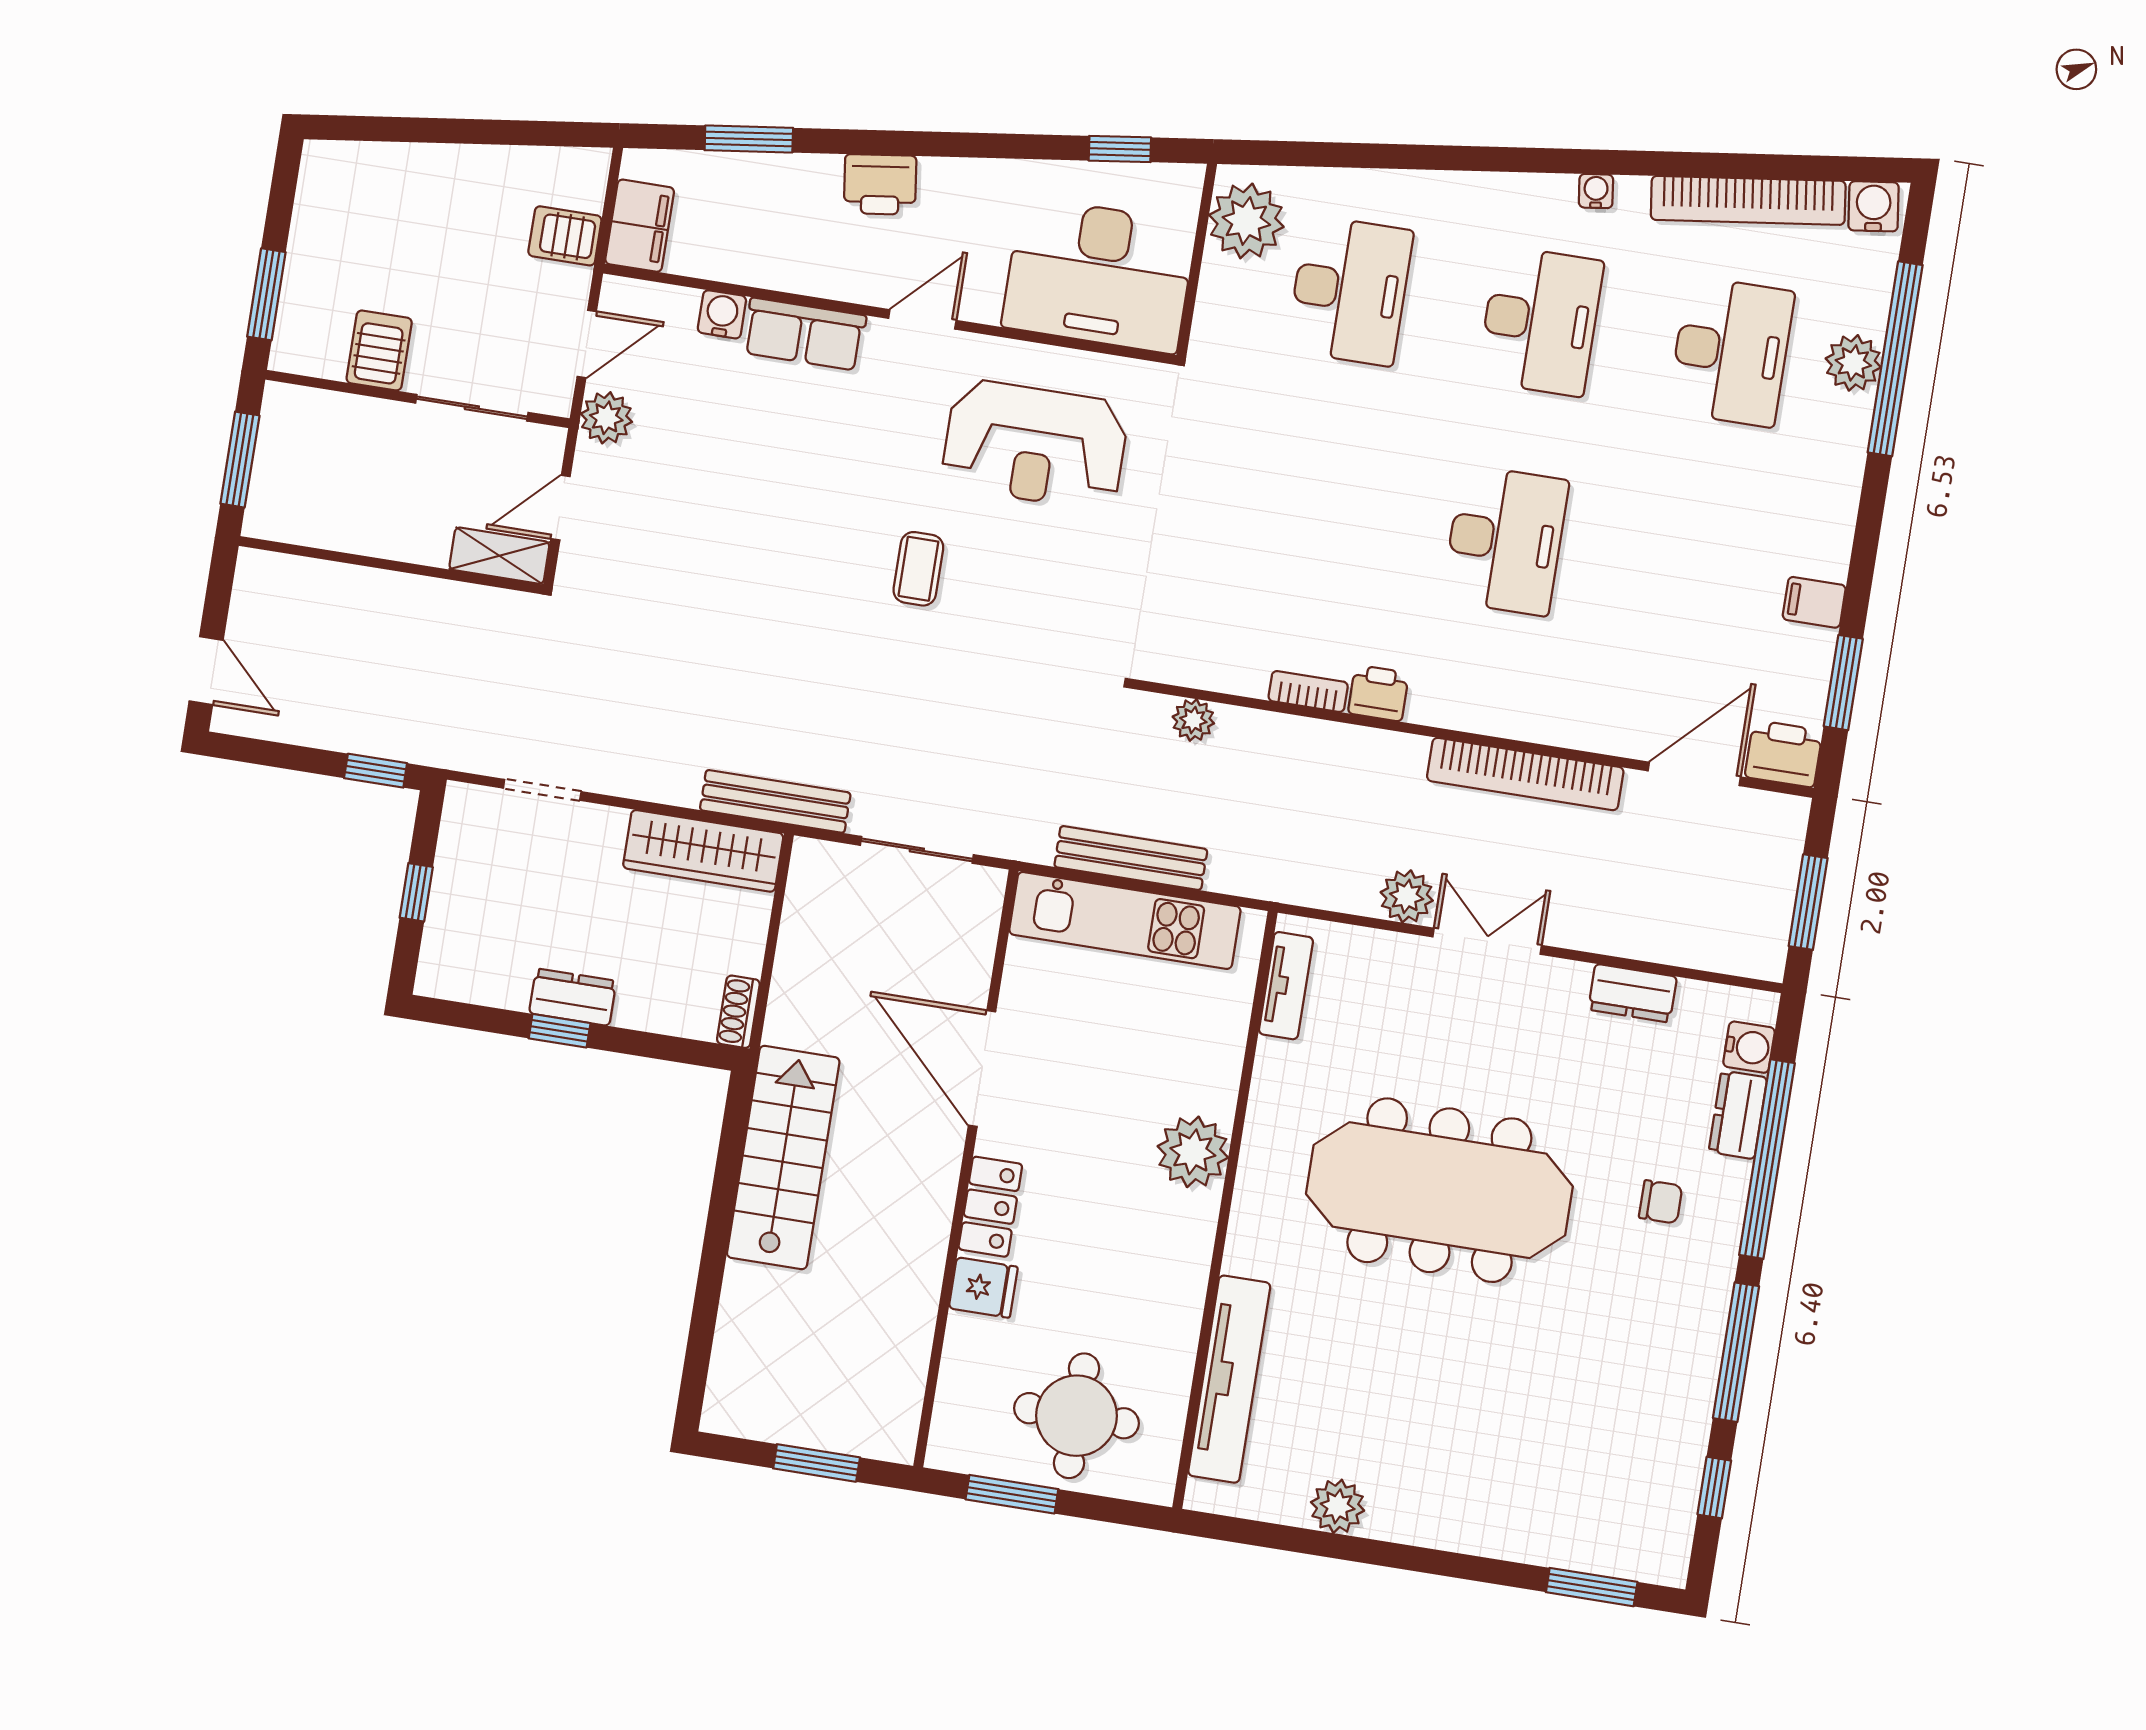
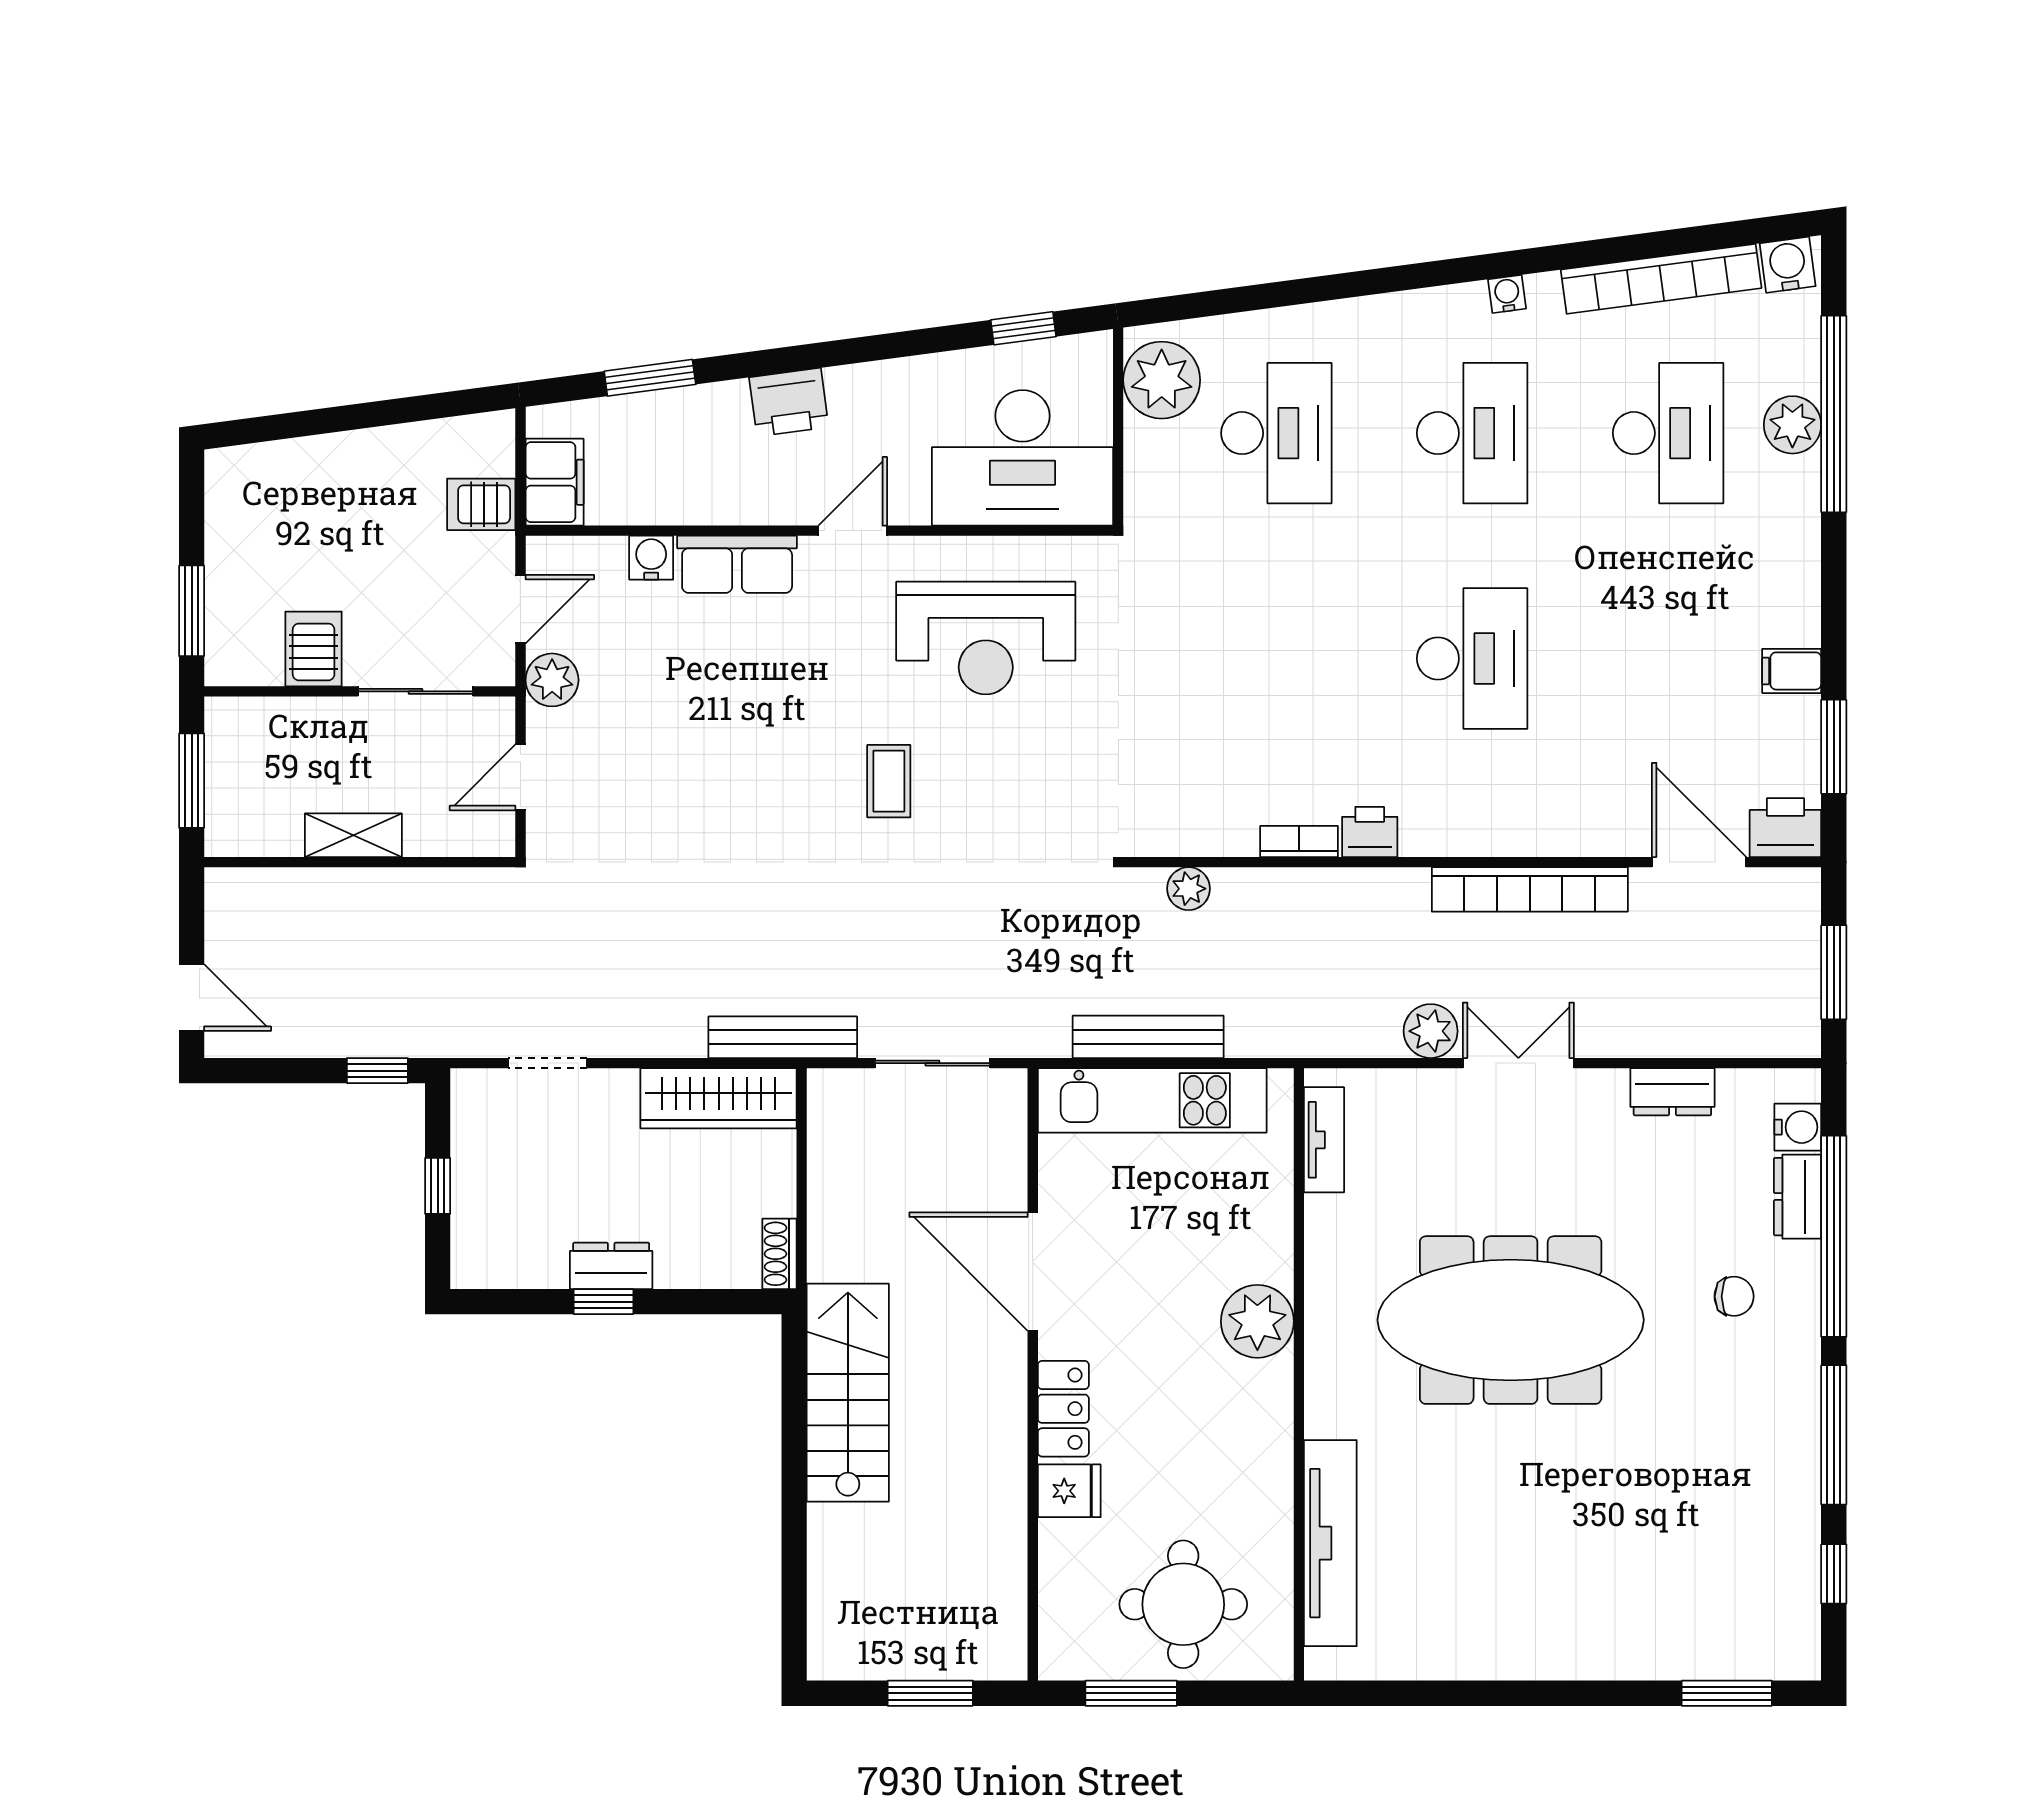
shelving: (499, 556) -> (353, 835), moved
door: (1694, 774) -> (1699, 862), hinge flipped
plant: (1338, 1506) -> (1459, 1653), removed

